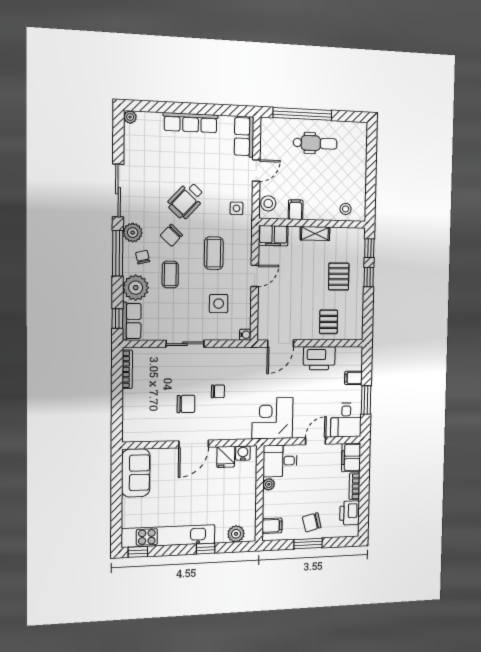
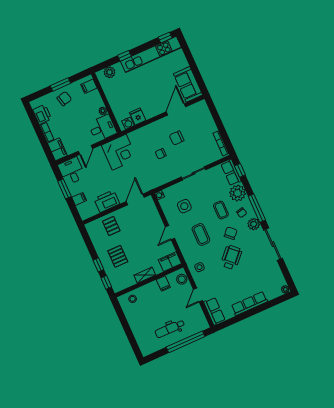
door: (194, 444) -> (176, 109), moved

